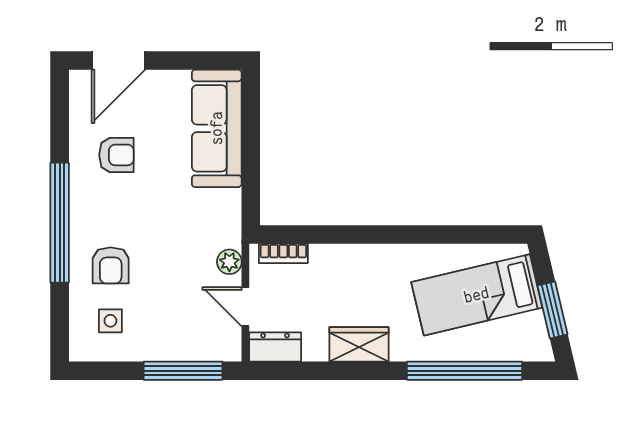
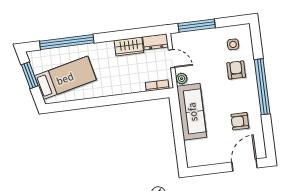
sofa: (217, 128) -> (192, 112), moved
wardrobe: (359, 344) -> (129, 47), moved

